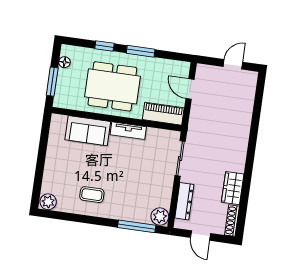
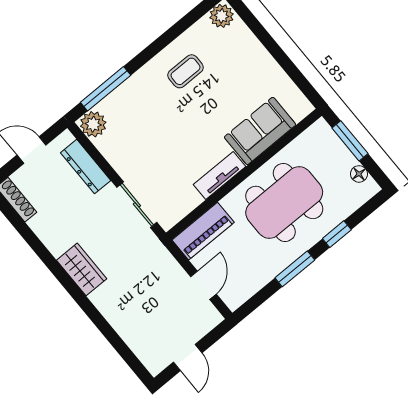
door: (190, 89) -> (203, 285), hinge flipped
wardrobe: (233, 188) -> (82, 269), moved

